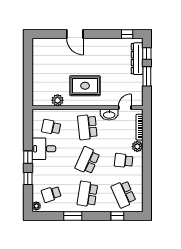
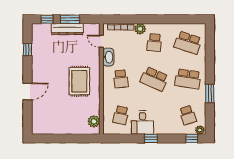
window: (127, 34) -> (27, 50), moved
dresser: (137, 59) -> (67, 29), moved
plant: (58, 100) -> (94, 121), moved
school desk: (87, 127) -> (121, 79), width x0.54
window: (28, 178) -> (192, 138), moved
school desk: (124, 194) -> (188, 43), turned 42
window: (117, 216) -> (210, 49), removed

